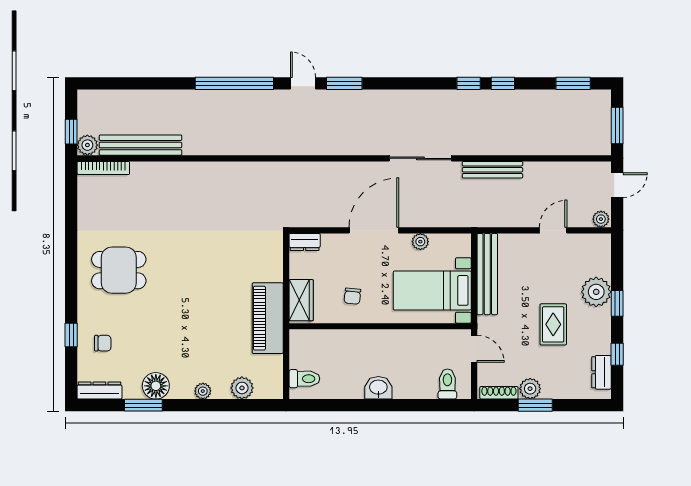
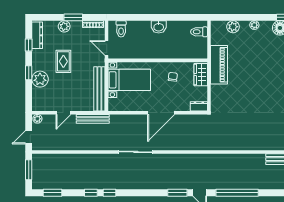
bench: (492, 170) -> (93, 119), moved
plant: (420, 242) -> (136, 106), removed
dresser: (601, 372) -> (37, 35), width x1.44
plant: (530, 389) -> (64, 26), moved

